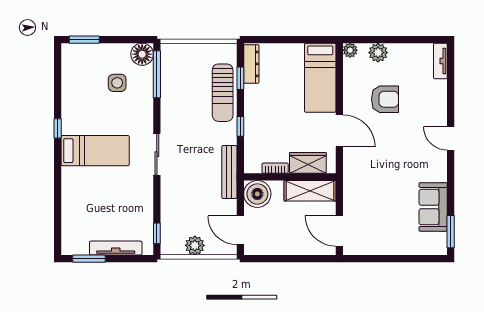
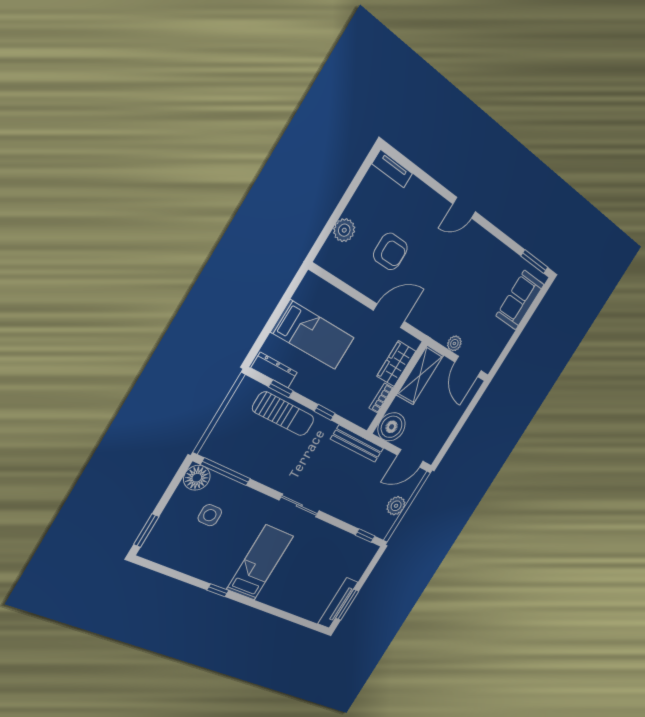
plant: (350, 50) -> (454, 343), moved
bed: (320, 78) -> (313, 335), moved
armchair: (385, 99) -> (390, 251), turned 90
sofa: (433, 207) -> (520, 300), moved, turned 90
door: (339, 231) -> (468, 366), hinge flipped
tv unit: (116, 248) -> (338, 603), moved

